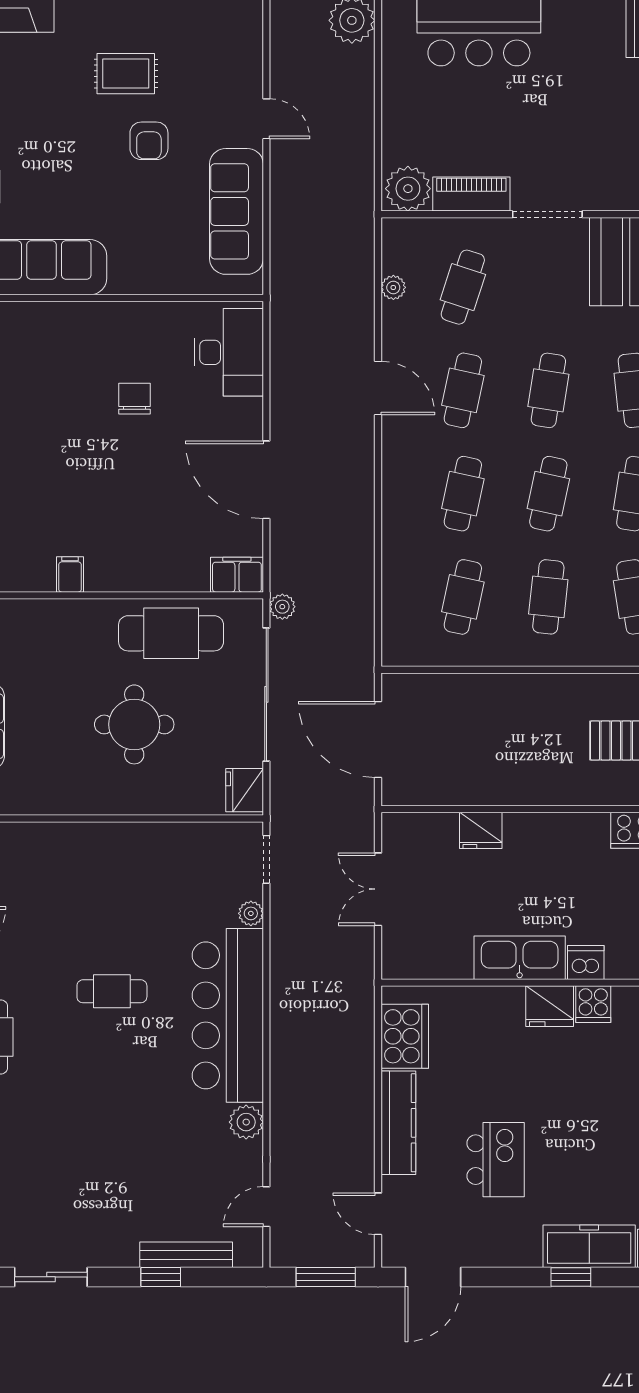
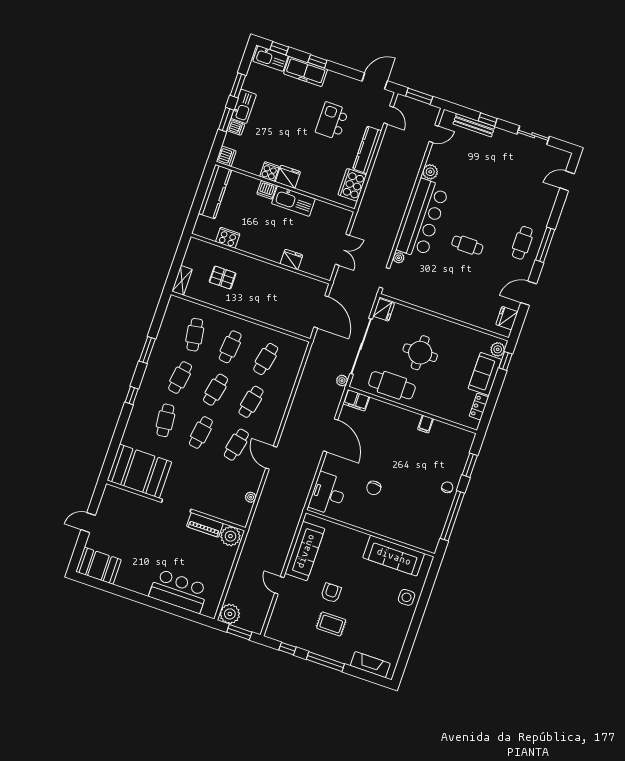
cafe table: (463, 287) -> (222, 487), removed

